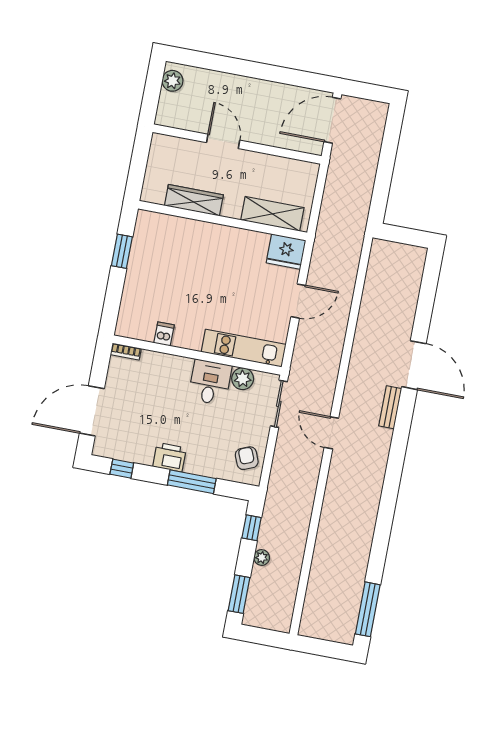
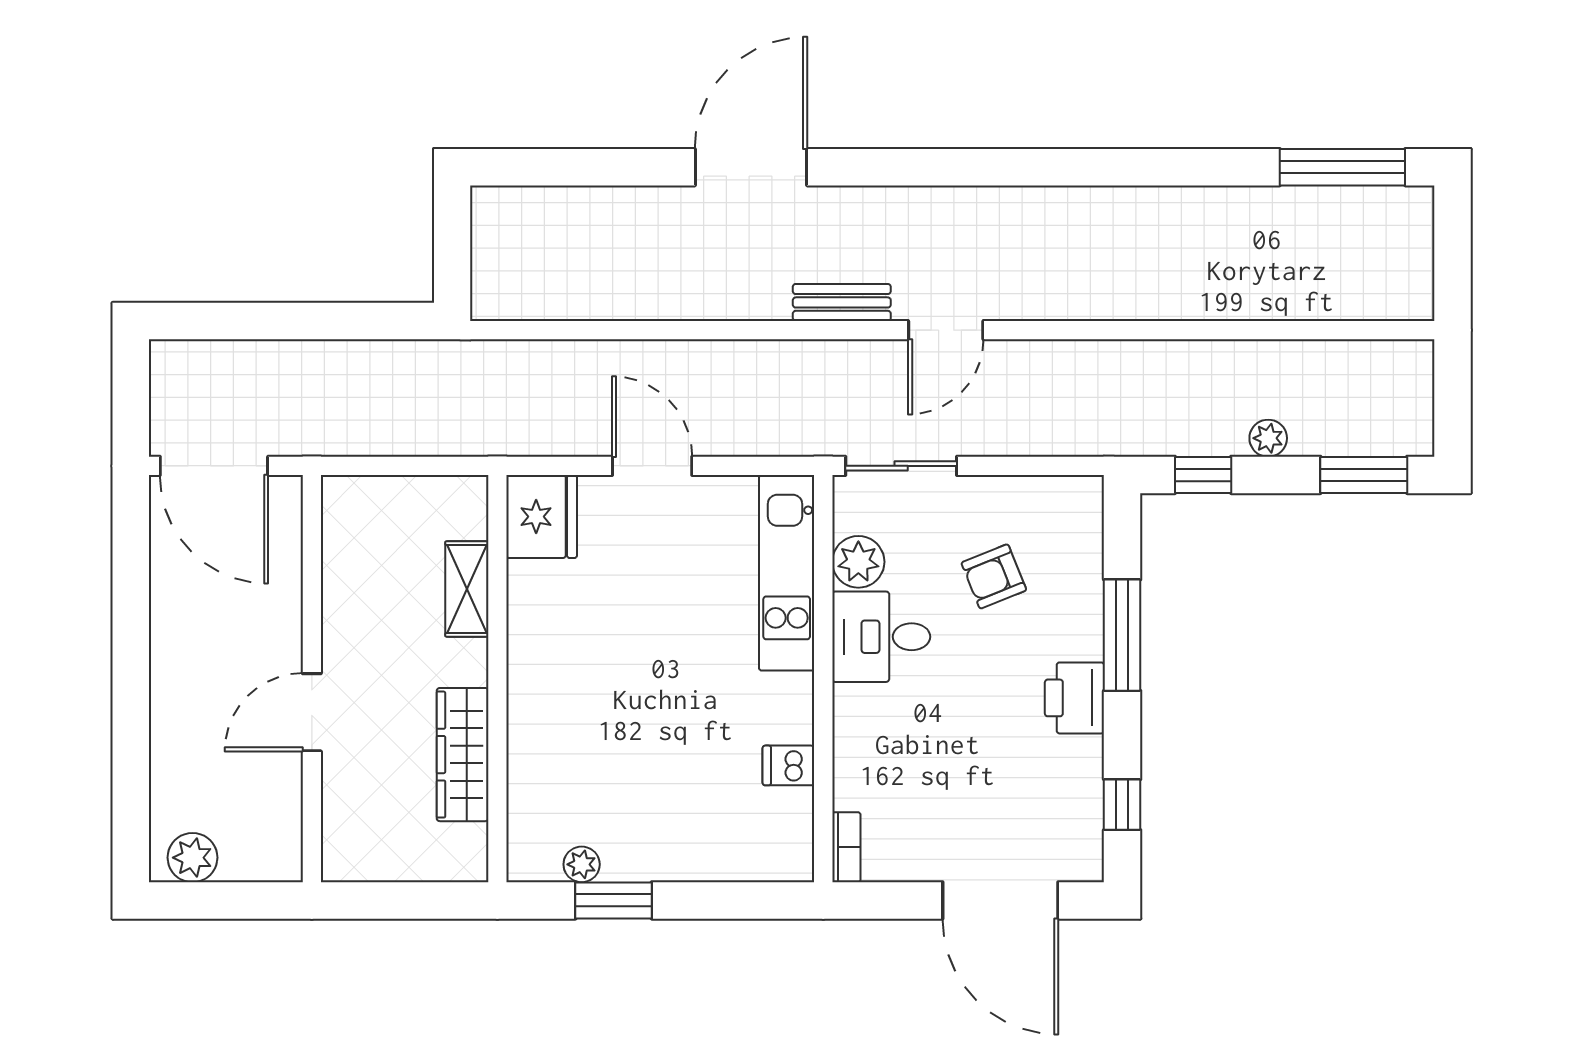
shelving: (272, 214) -> (467, 589), width x0.67, depth x0.75
plant: (139, 241) -> (582, 864), added
bench: (390, 407) -> (842, 302), moved
armchair: (247, 458) -> (994, 576), moved

